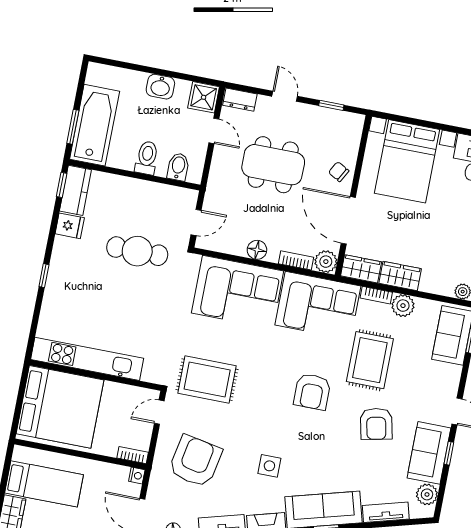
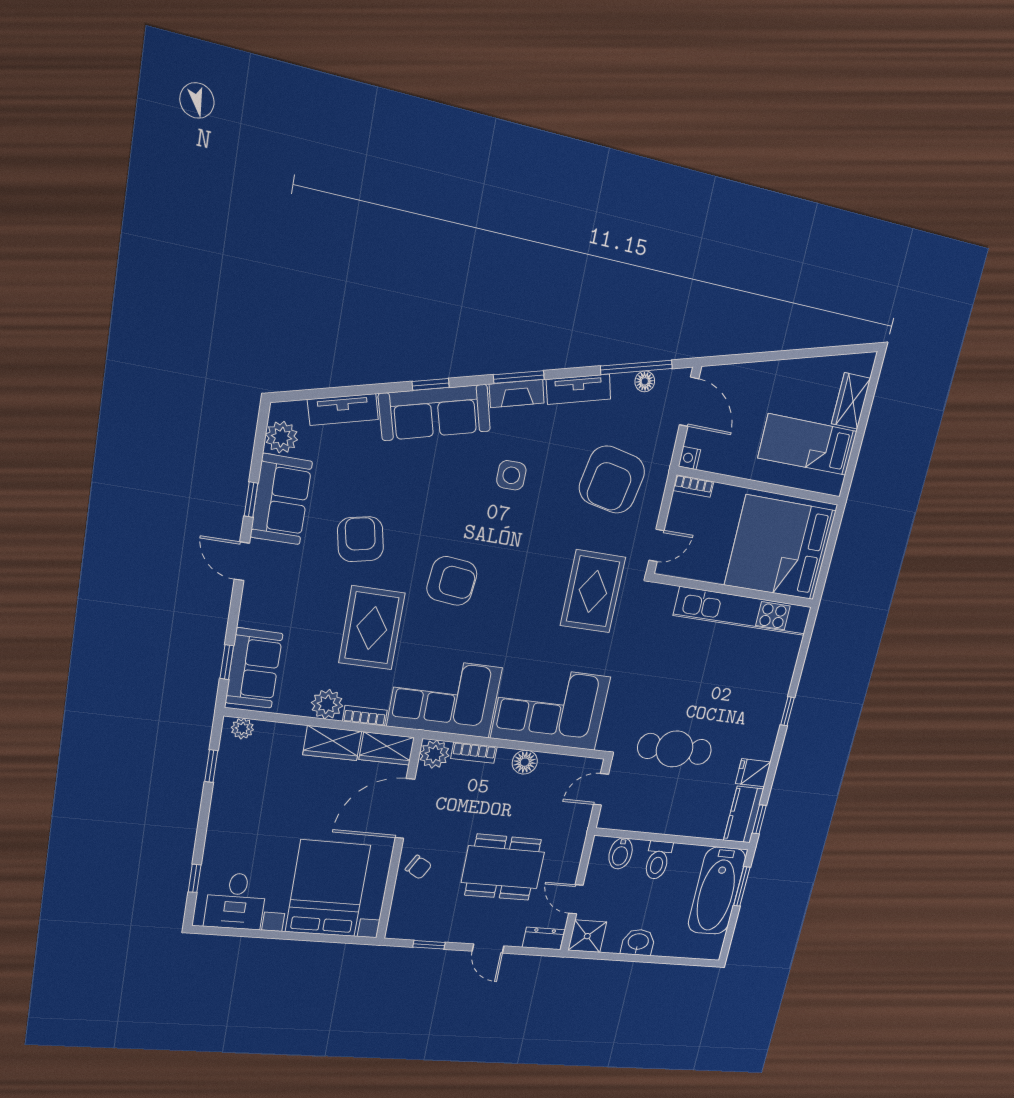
door: (348, 220) -> (405, 809), swing flipped
rug: (207, 379) -> (593, 591), turned 90
armchair: (312, 392) -> (452, 581), turned 96

